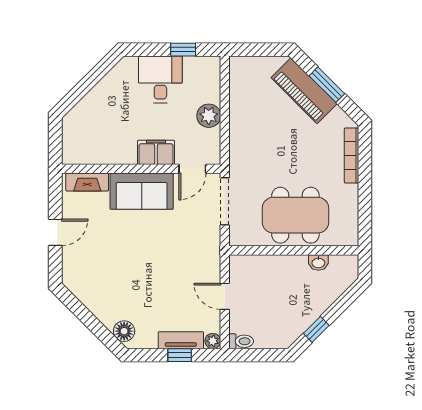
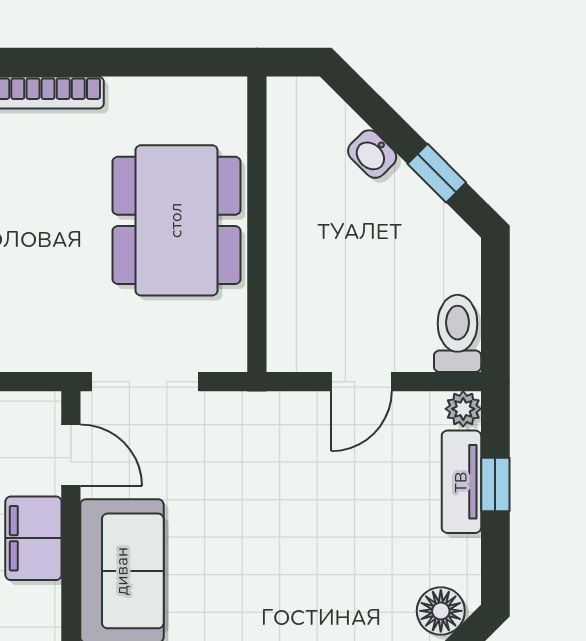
washbasin: (318, 262) -> (372, 154), moved, turned 135
toilet: (241, 341) -> (458, 333), width x1.37, depth x1.39

